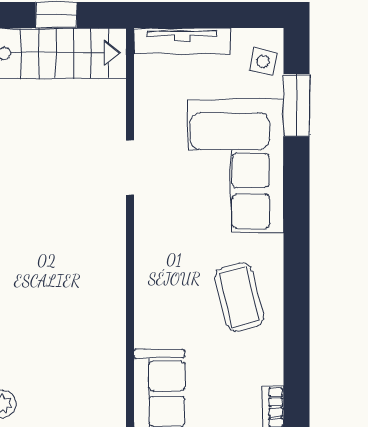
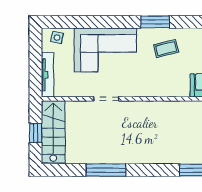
window: (297, 105) -> (155, 22), moved
coffee table: (239, 297) -> (166, 49), width x0.73, depth x0.77

